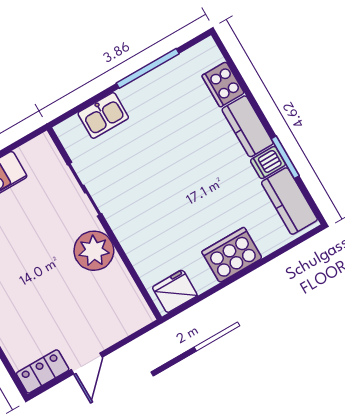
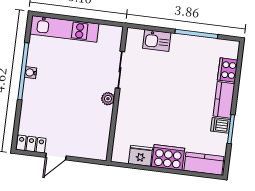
kitchen counter: (289, 201) -> (204, 164), moved, turned 90
plant: (94, 251) -> (108, 99), width x0.53, depth x0.53
fridge: (175, 291) -> (141, 156), moved

